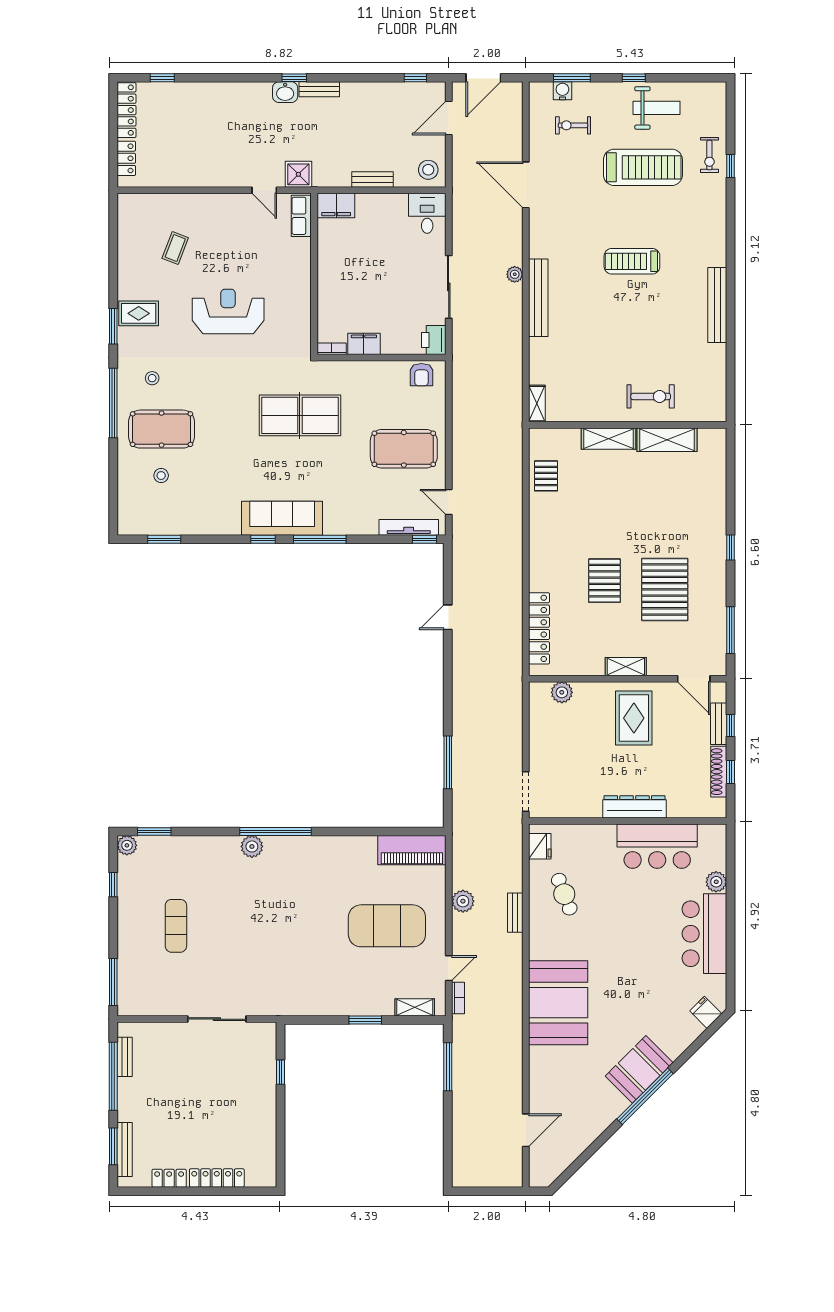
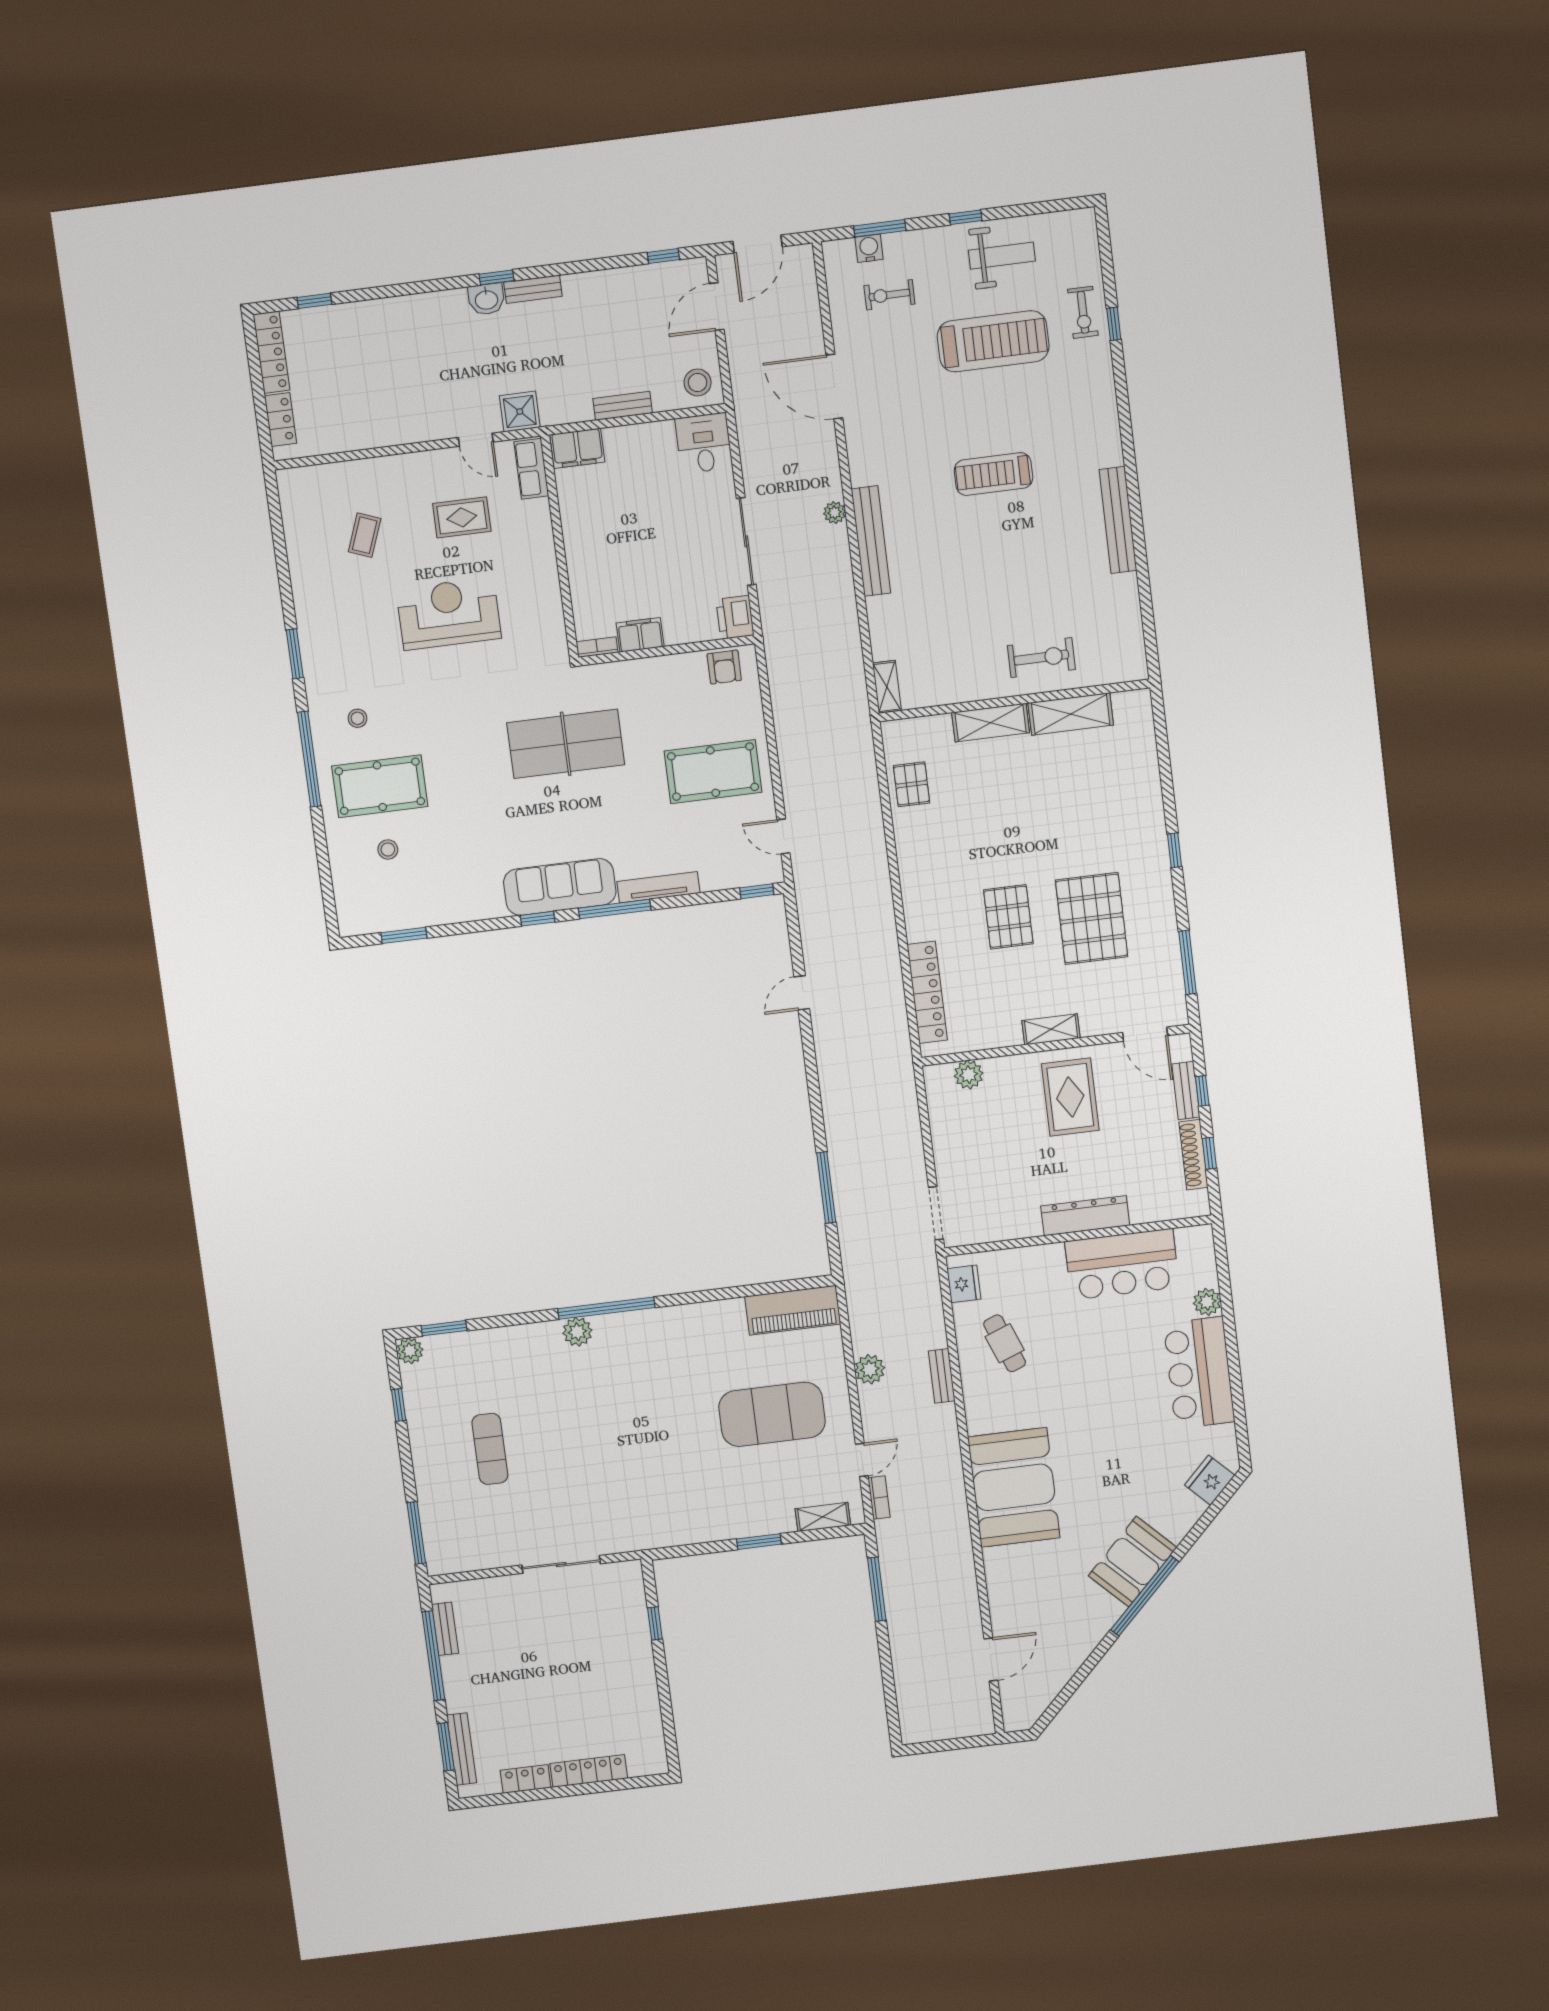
rug: (139, 313) -> (462, 517), moved
tv unit: (409, 527) -> (658, 887), moved
fridge: (706, 1012) -> (1210, 1480), width x1.38

